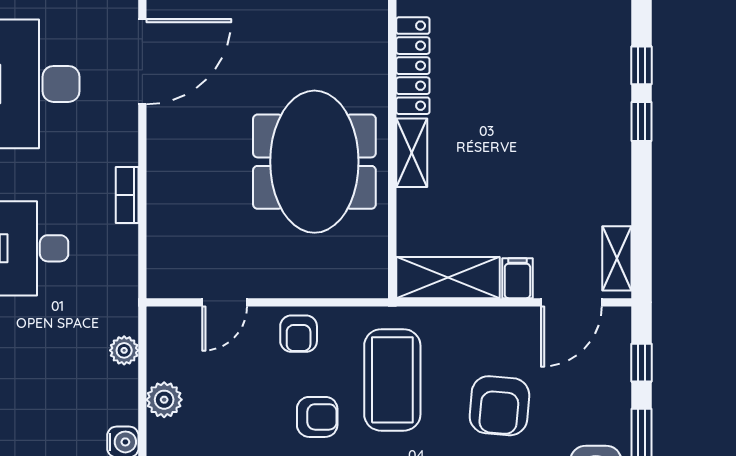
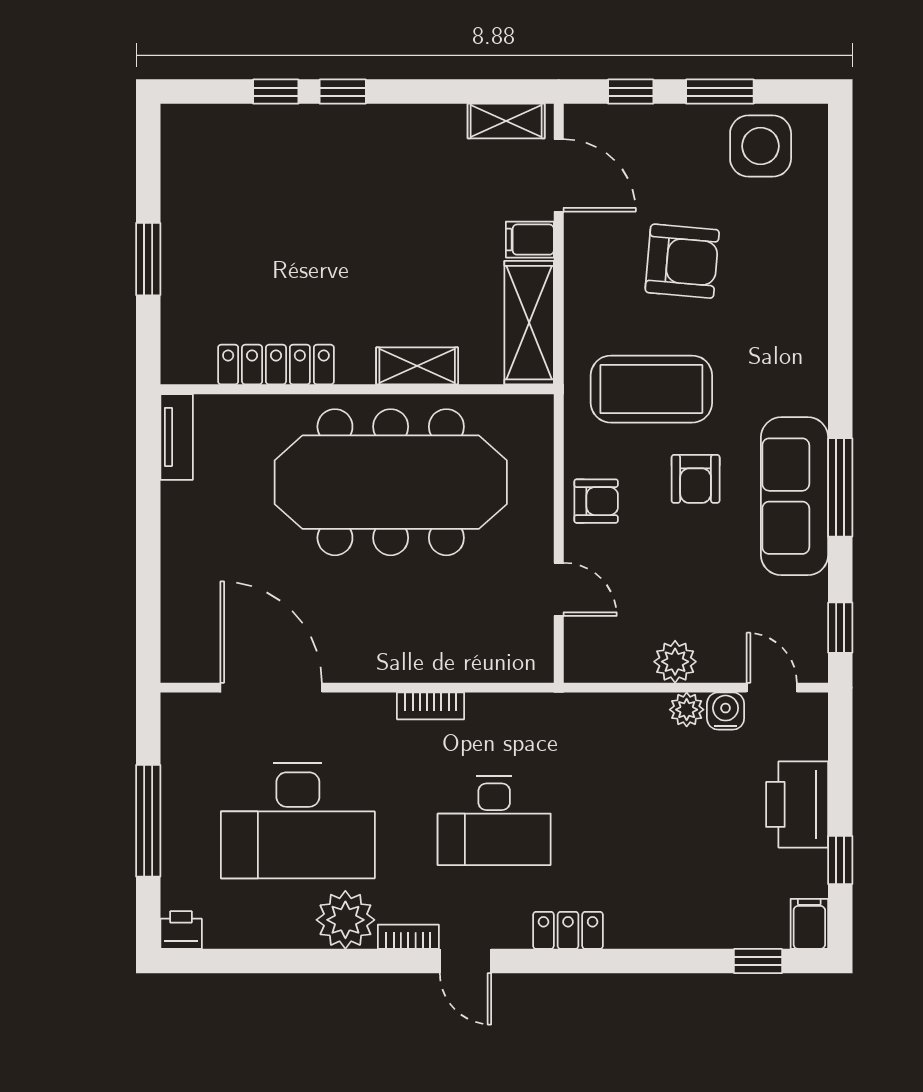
shelving: (412, 153) -> (417, 366), moved
meeting table: (314, 162) -> (391, 482), width x1.36
plant: (124, 350) -> (687, 710), moved
armchair: (317, 417) -> (696, 479), turned 180

